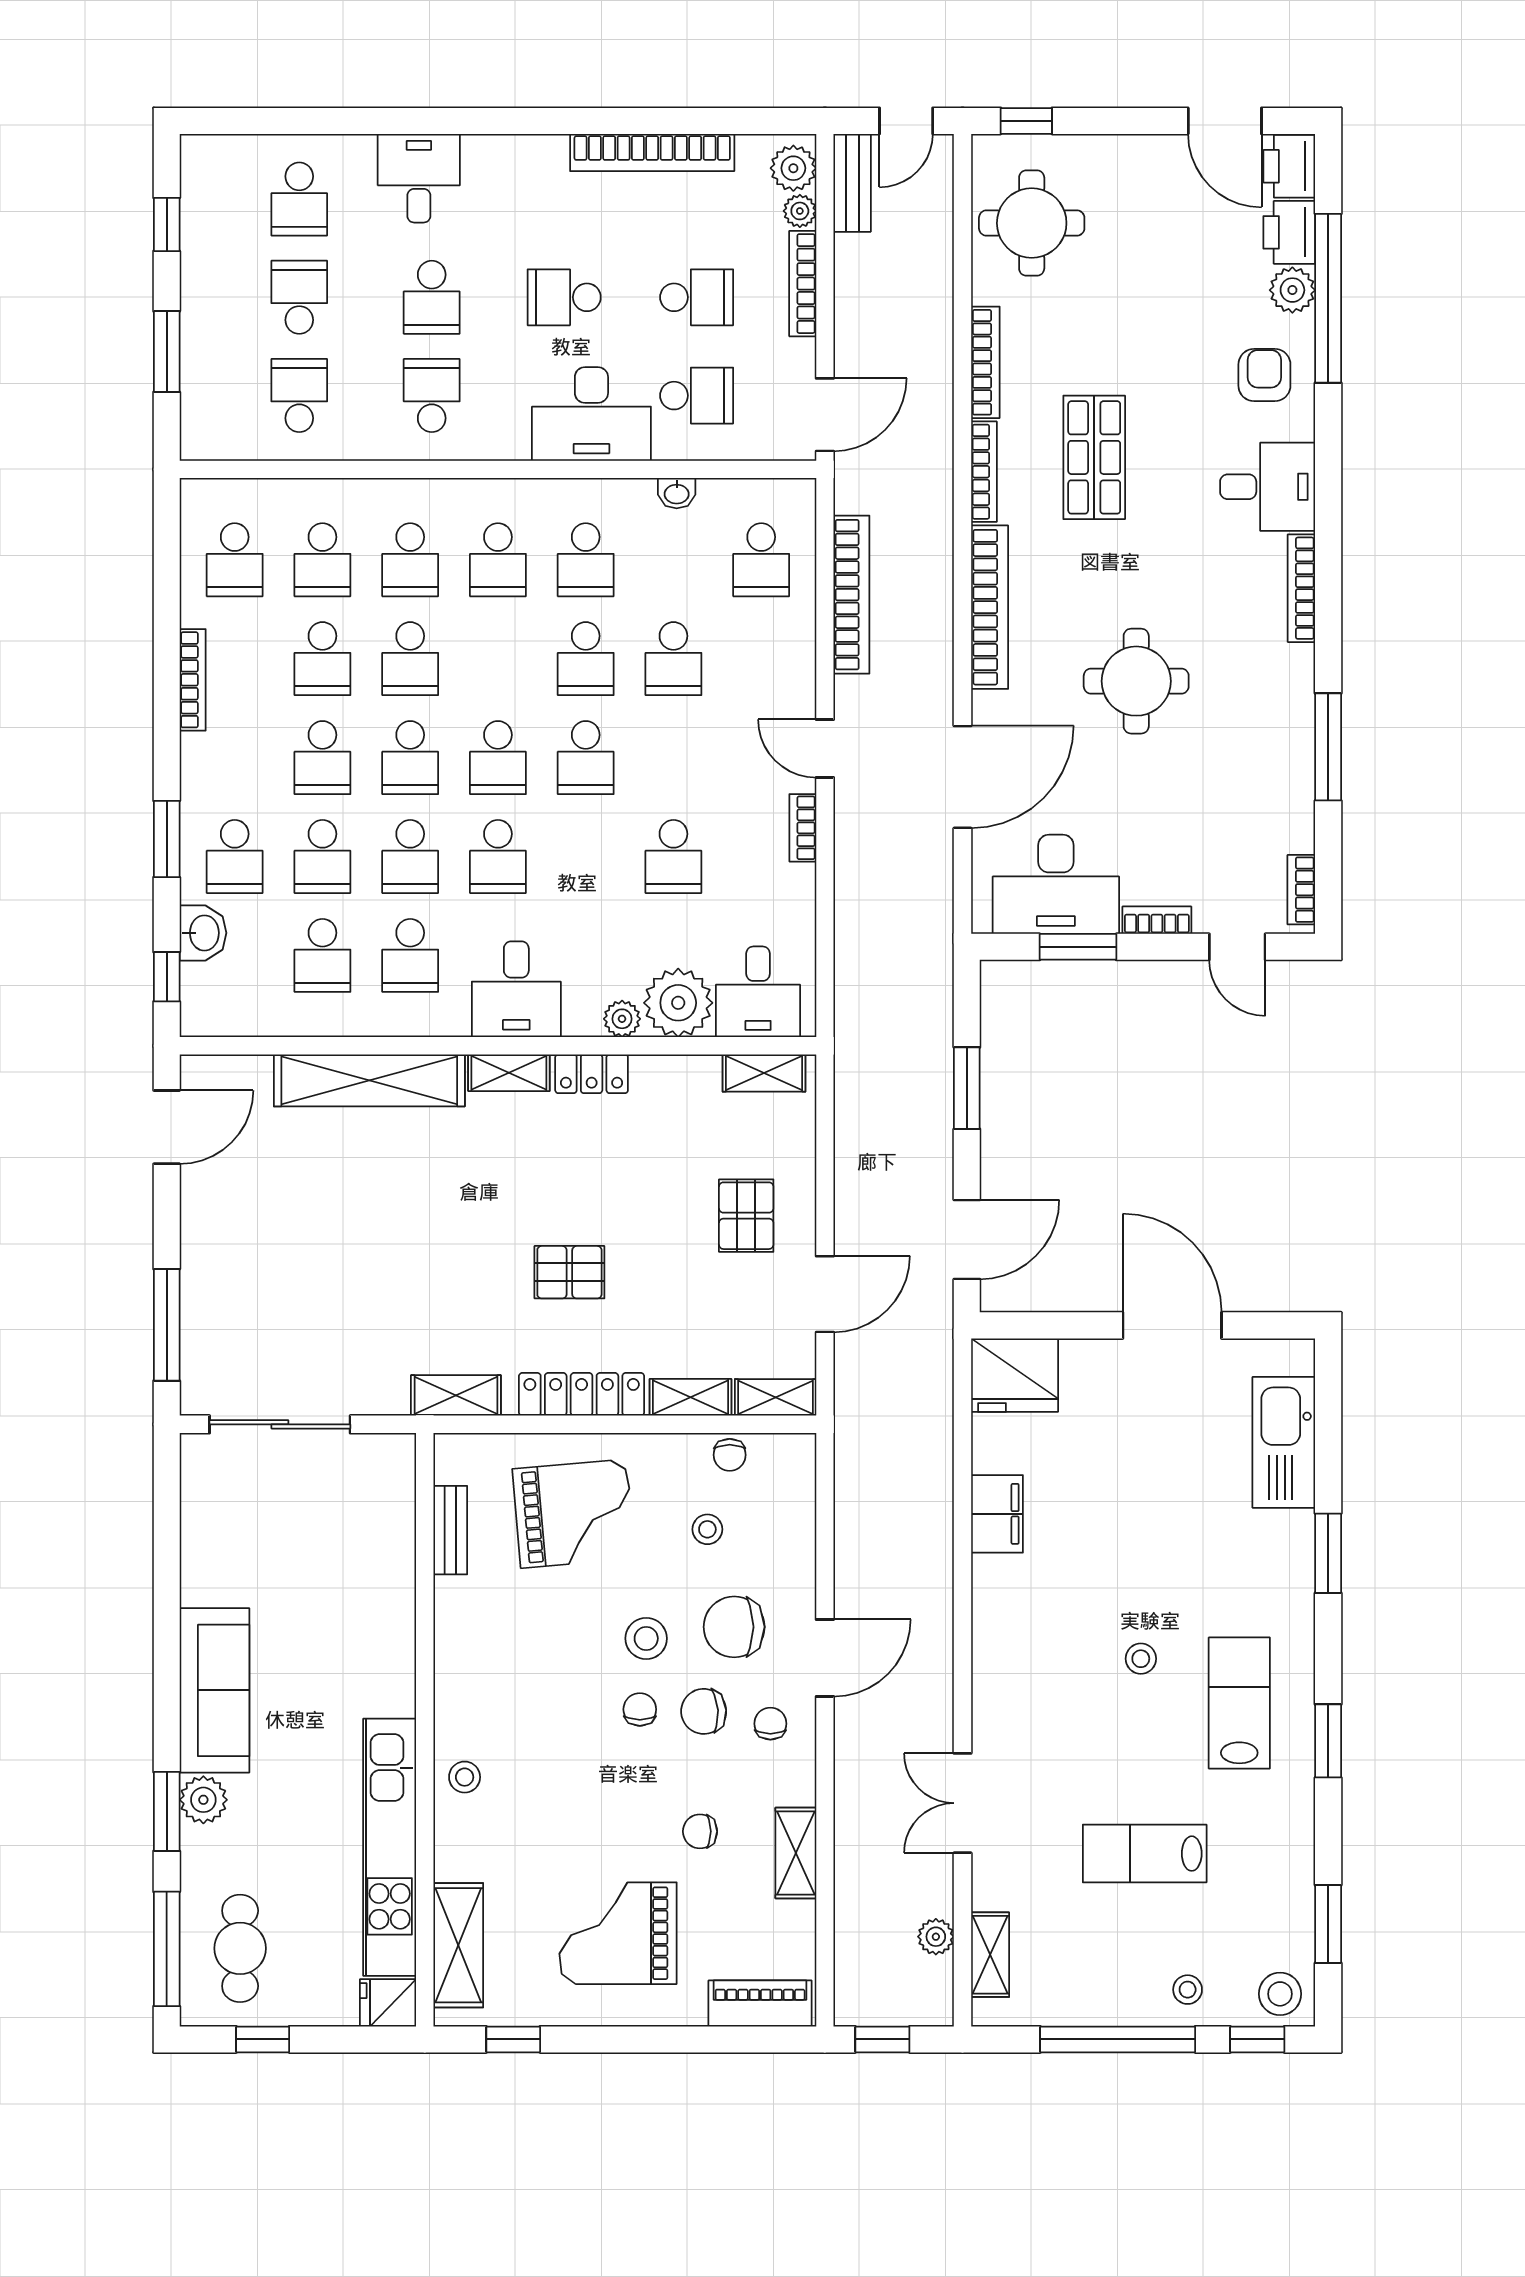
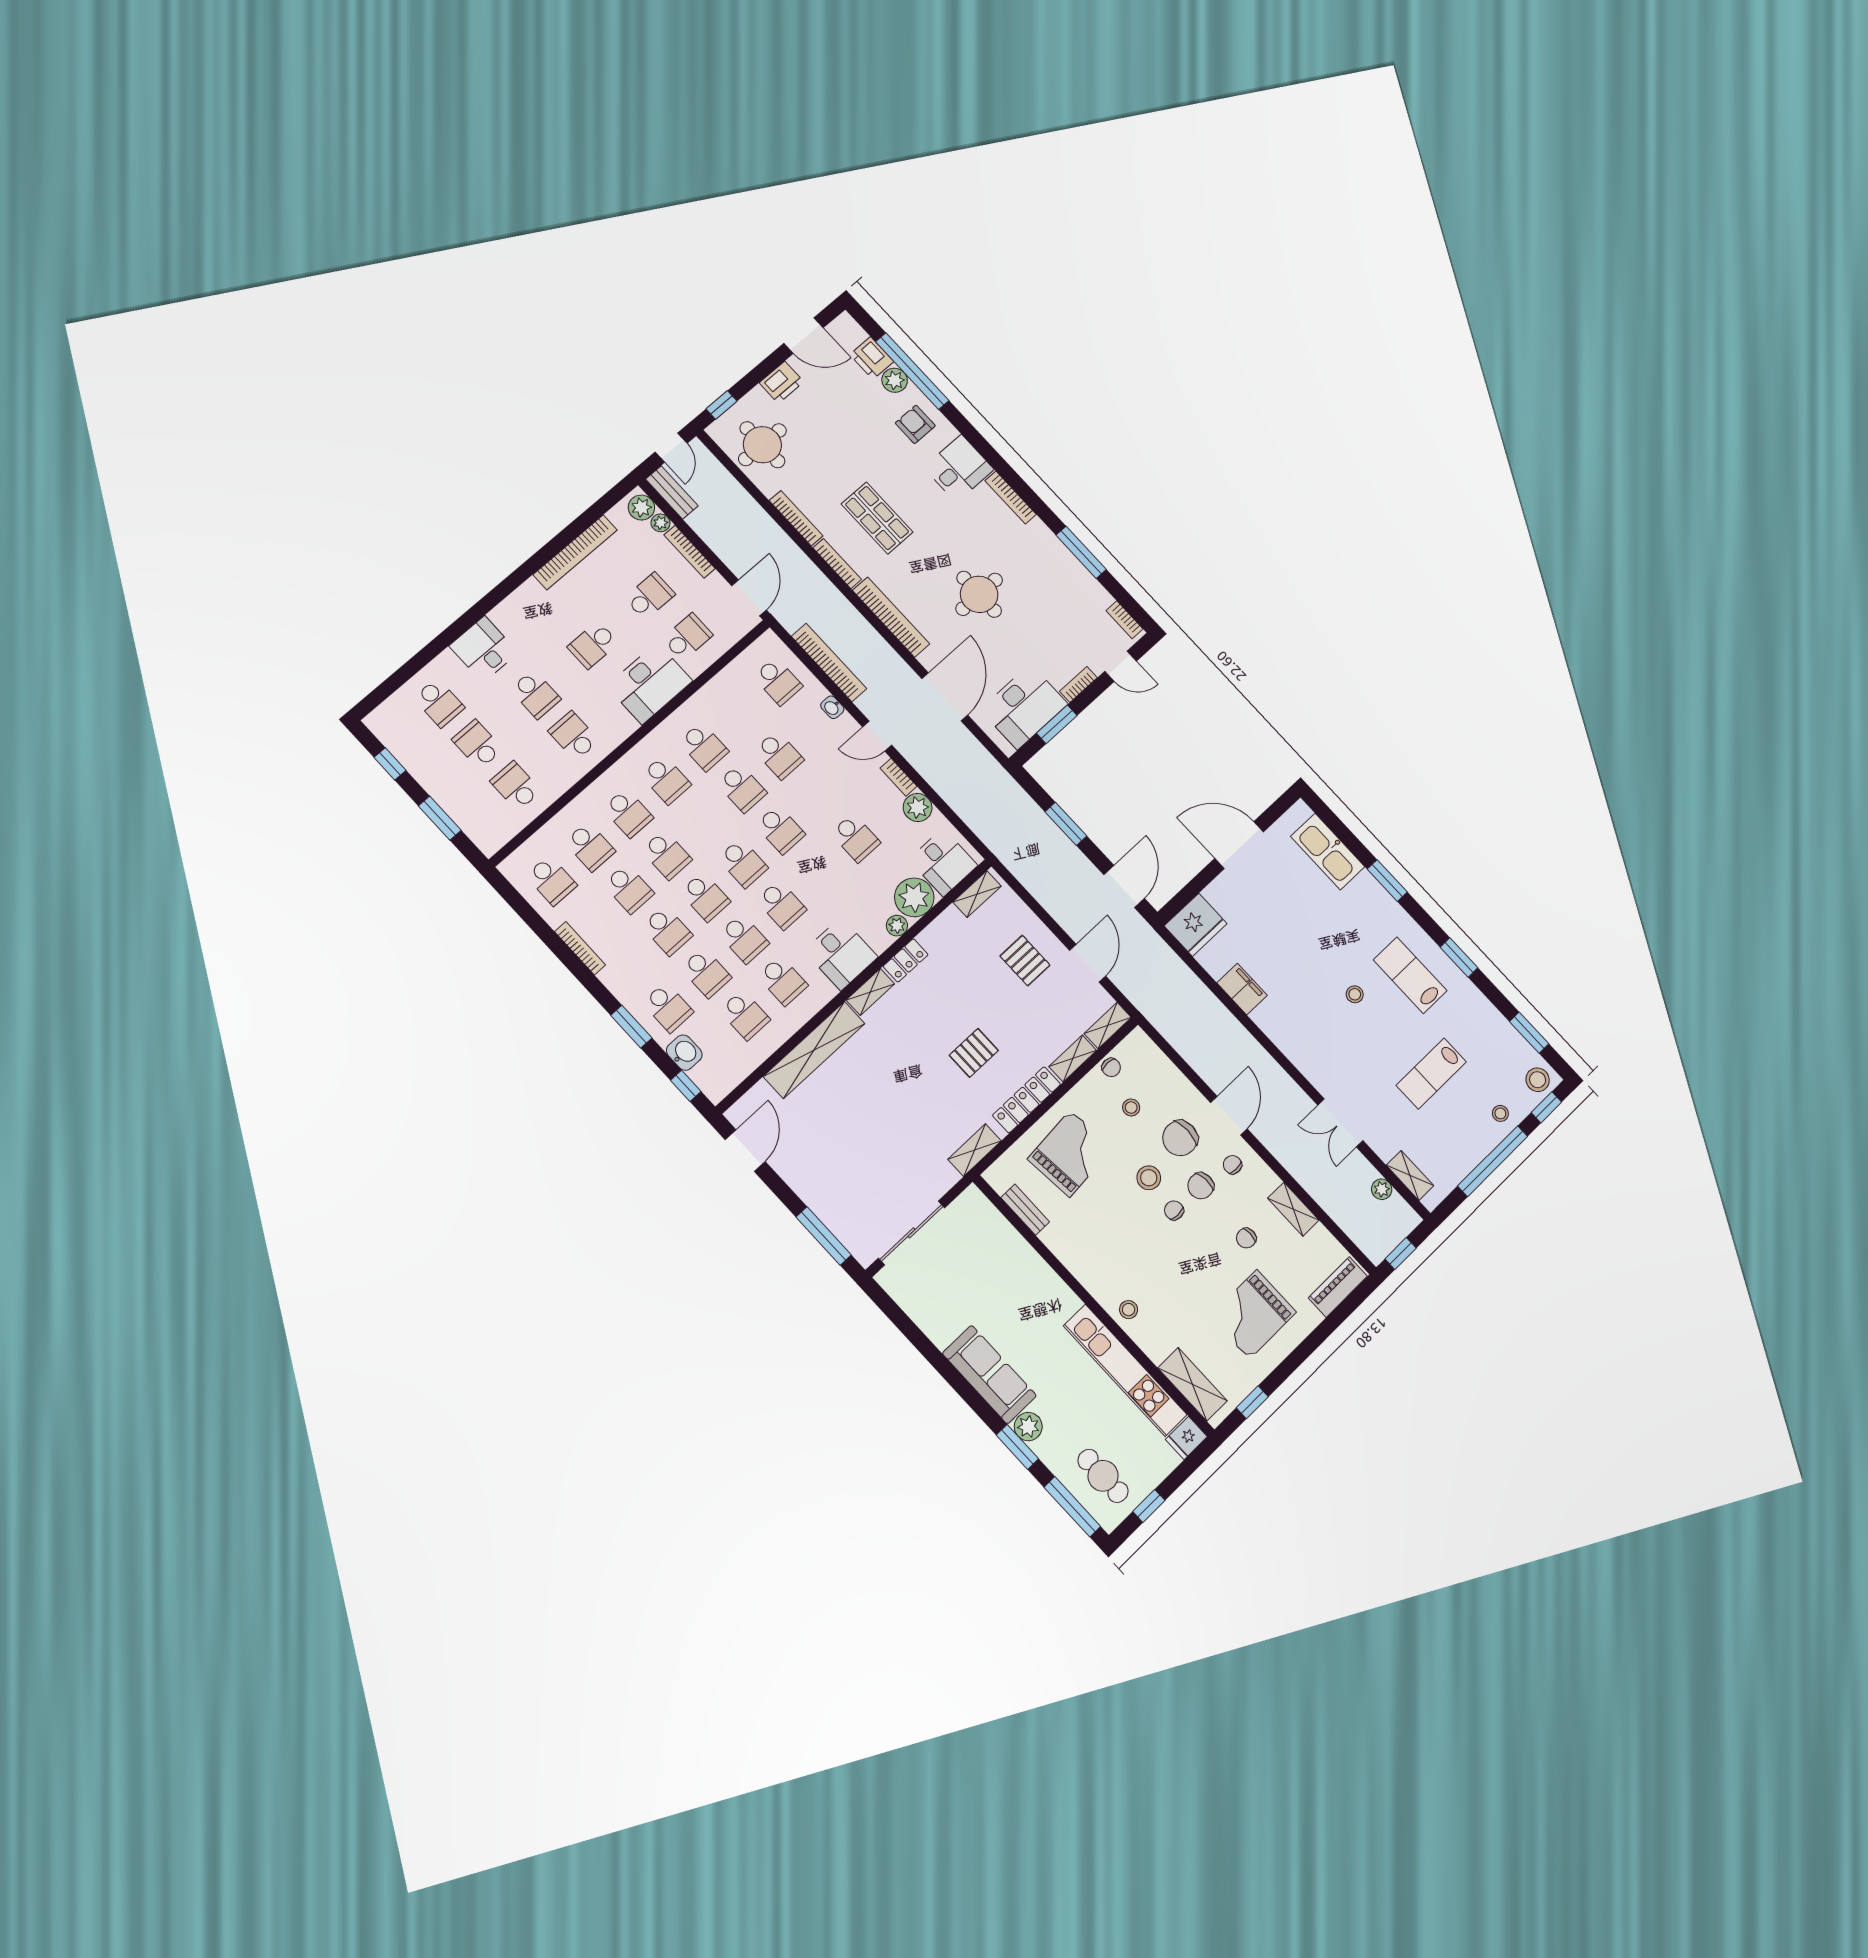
printer: (1289, 166) -> (782, 382), moved, turned -90
washbasin: (677, 493) -> (832, 707), moved, turned 90
plant: (791, 890) -> (918, 808), added

